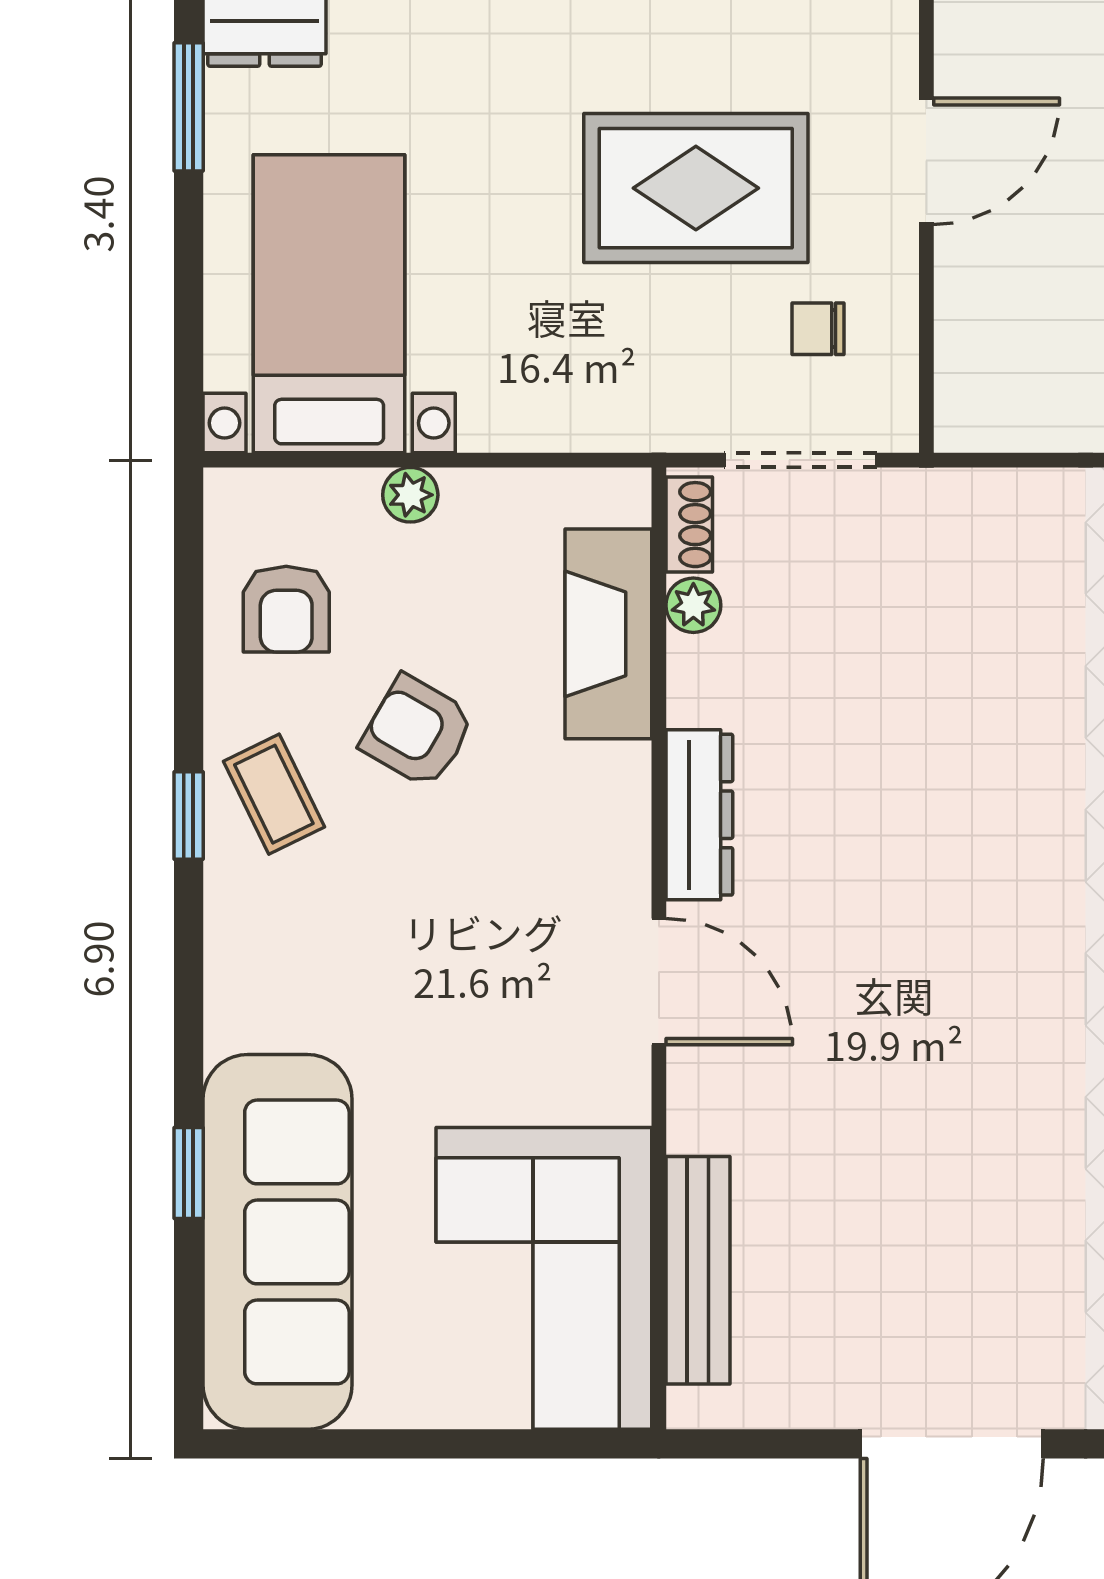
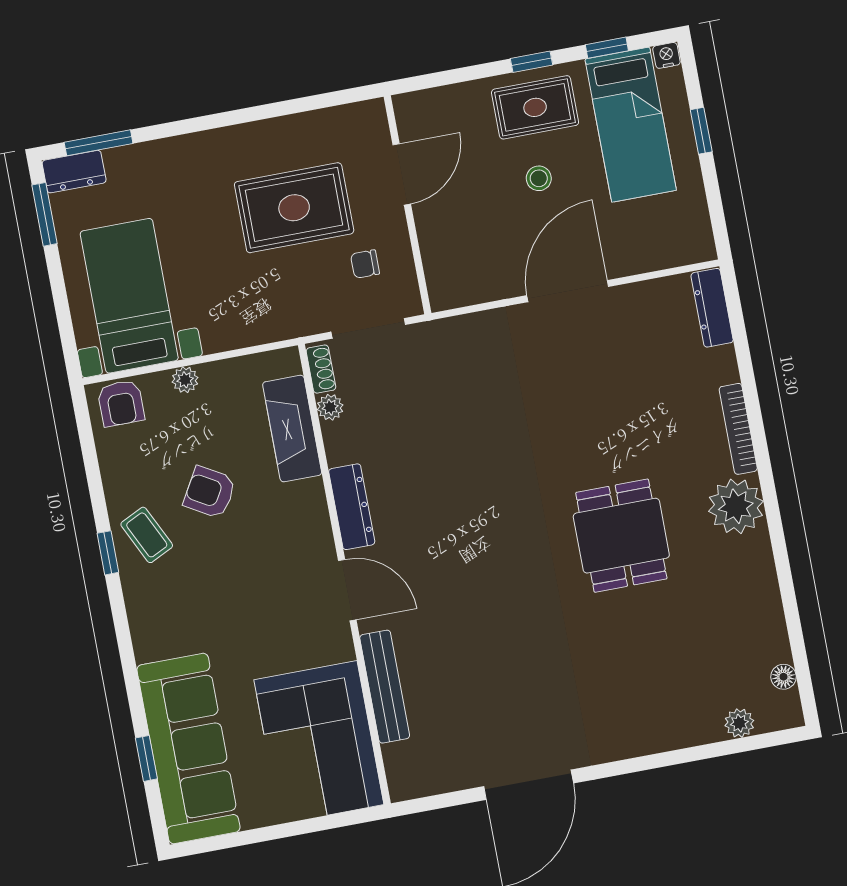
armchair: (286, 609) -> (121, 403), moved
window: (189, 1173) -> (146, 758), moved
bench: (698, 1270) -> (385, 687), moved

